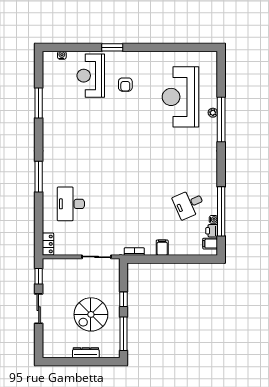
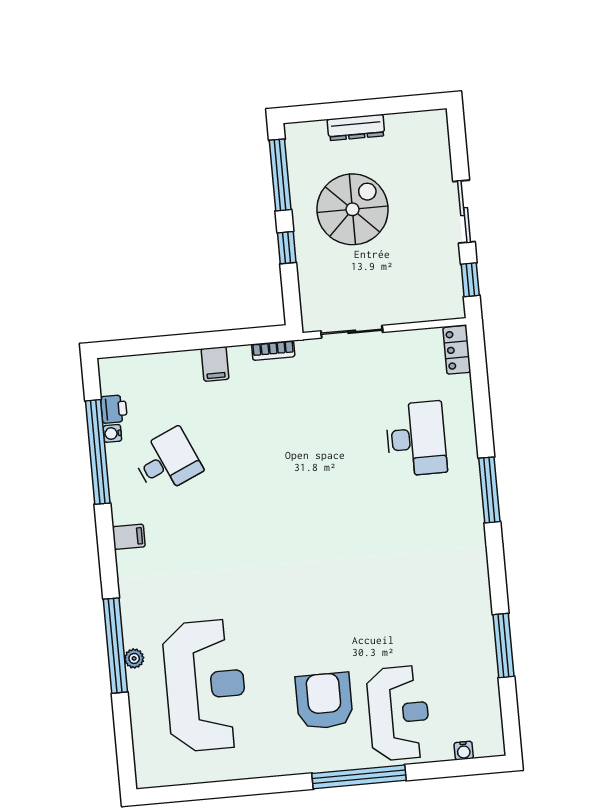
window: (112, 47) -> (359, 777), width x2.11
armchair: (125, 85) -> (324, 701), width x1.88, depth x1.88
filing cabinet: (210, 244) -> (129, 537), moved

